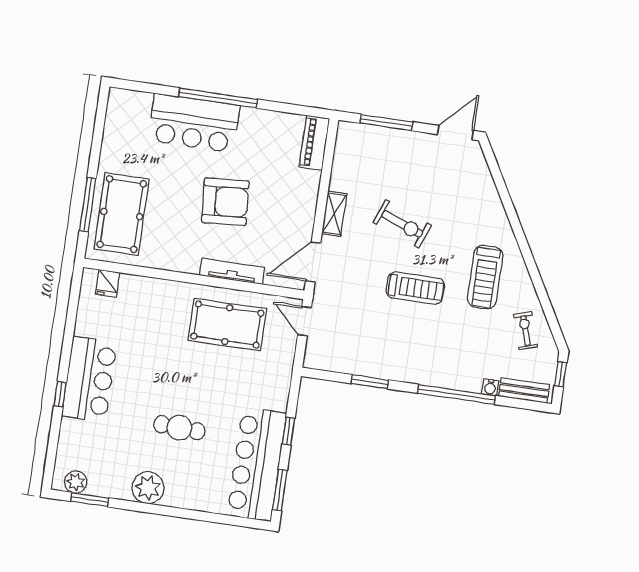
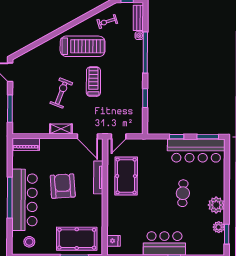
stool: (129, 123) -> (29, 242), added
bar counter: (194, 123) -> (24, 200), width x1.36
treadmill: (485, 277) -> (83, 46), width x1.37, depth x1.38
plant: (76, 482) -> (219, 227), moved

